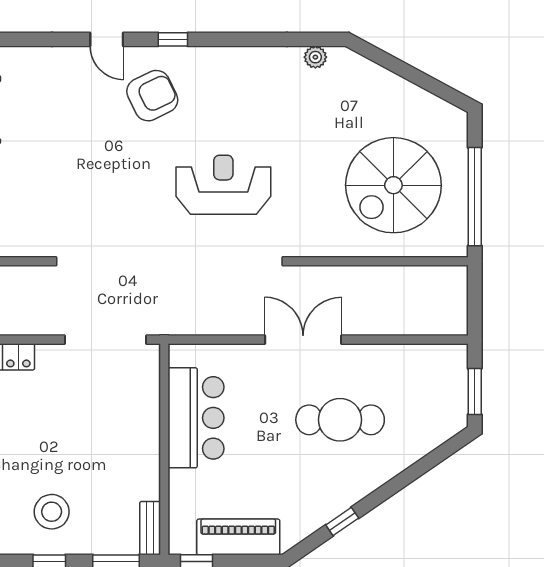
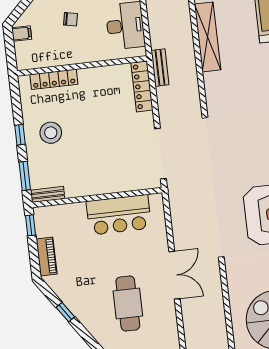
piano: (238, 537) -> (47, 256), width x0.73, depth x0.75

